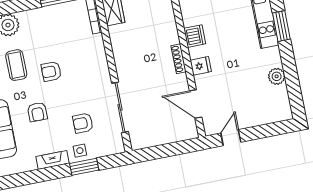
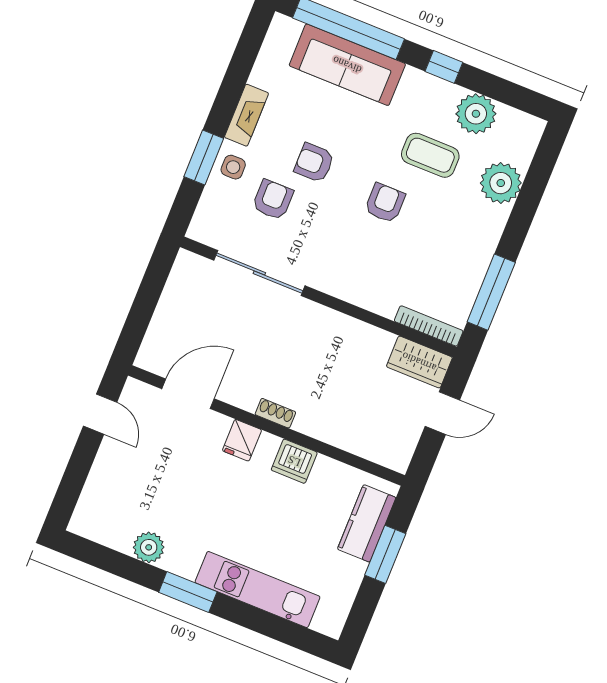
window: (281, 26) -> (188, 592), moved
shoe rack: (179, 59) -> (275, 413), width x0.70
armchair: (37, 112) -> (314, 163), moved

